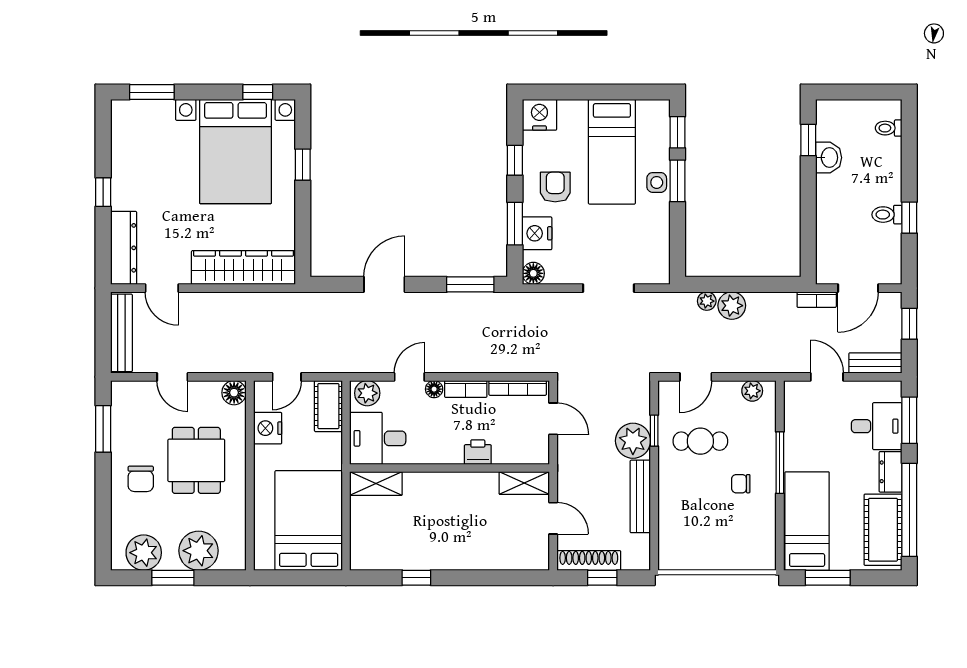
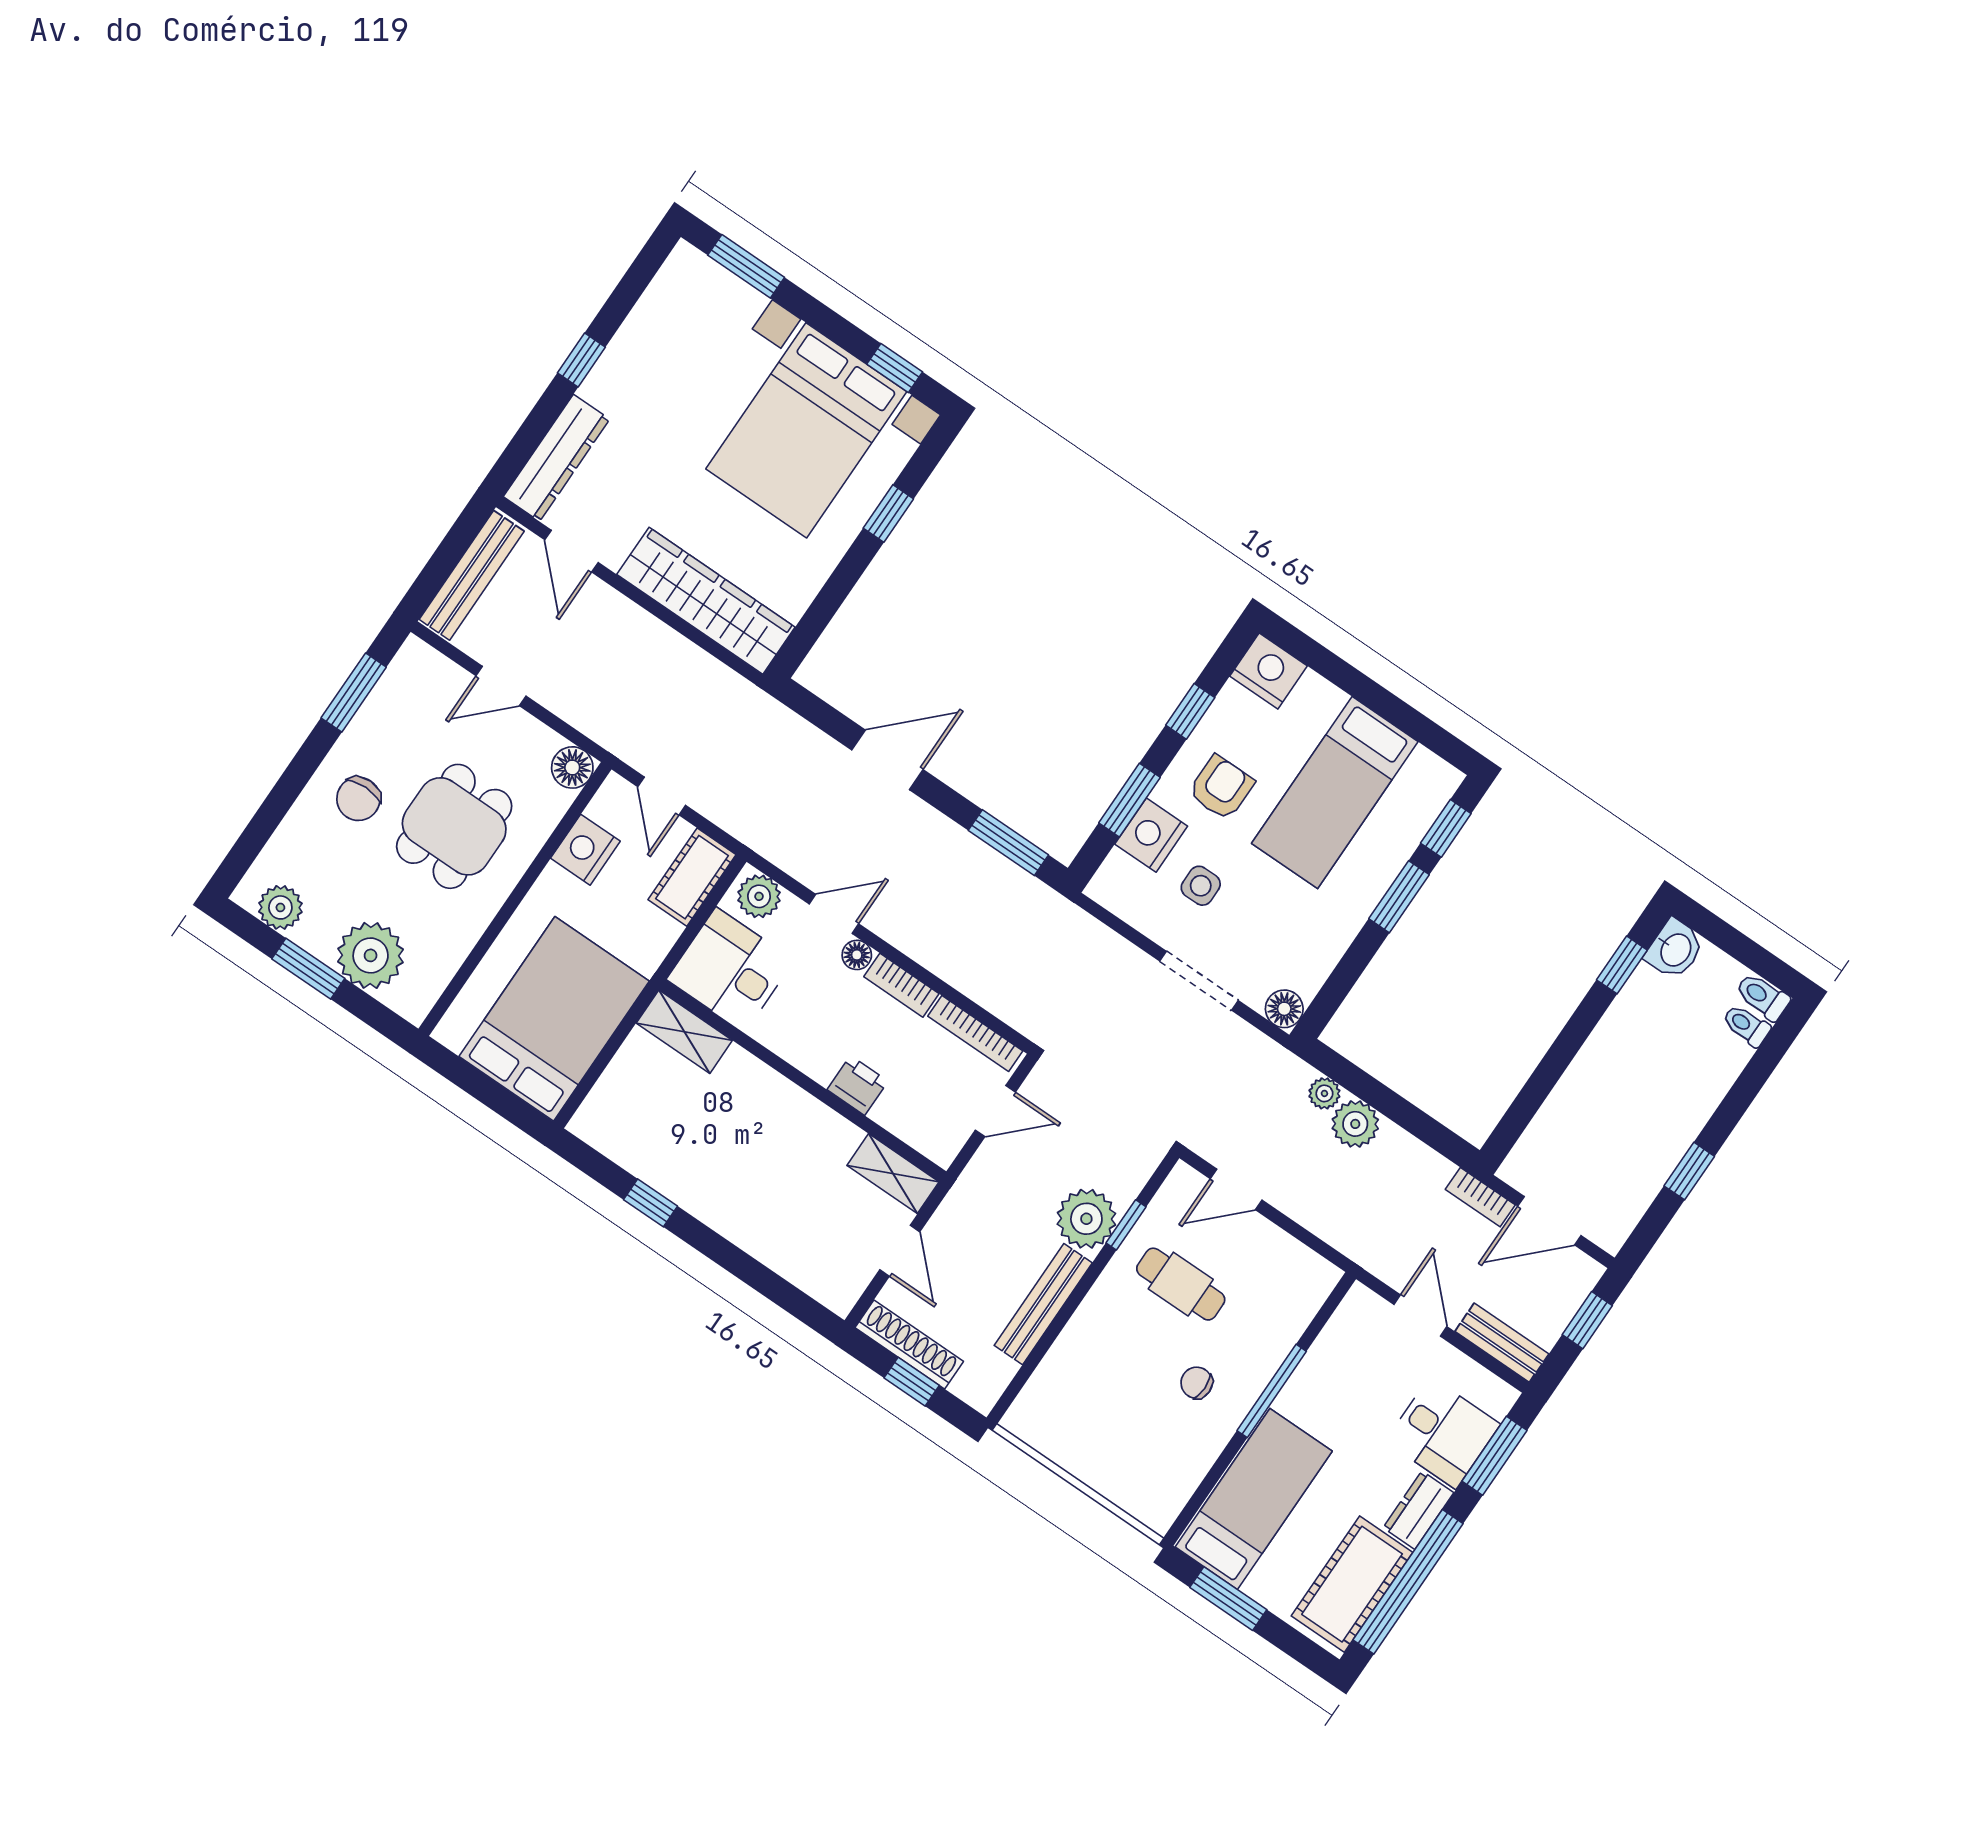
washbasin: (829, 158) -> (1675, 949), moved
side table: (657, 182) -> (1201, 886), moved
toilet: (887, 215) -> (1763, 997), moved
floor lamp: (533, 273) -> (1284, 1009), moved
door: (172, 377) -> (501, 686), hinge flipped
door: (287, 377) -> (662, 796), hinge flipped
plant: (752, 391) -> (1302, 1263), removed
door: (553, 419) -> (995, 1111), hinge flipped
plant: (144, 553) -> (280, 907), width x0.73, depth x0.73

